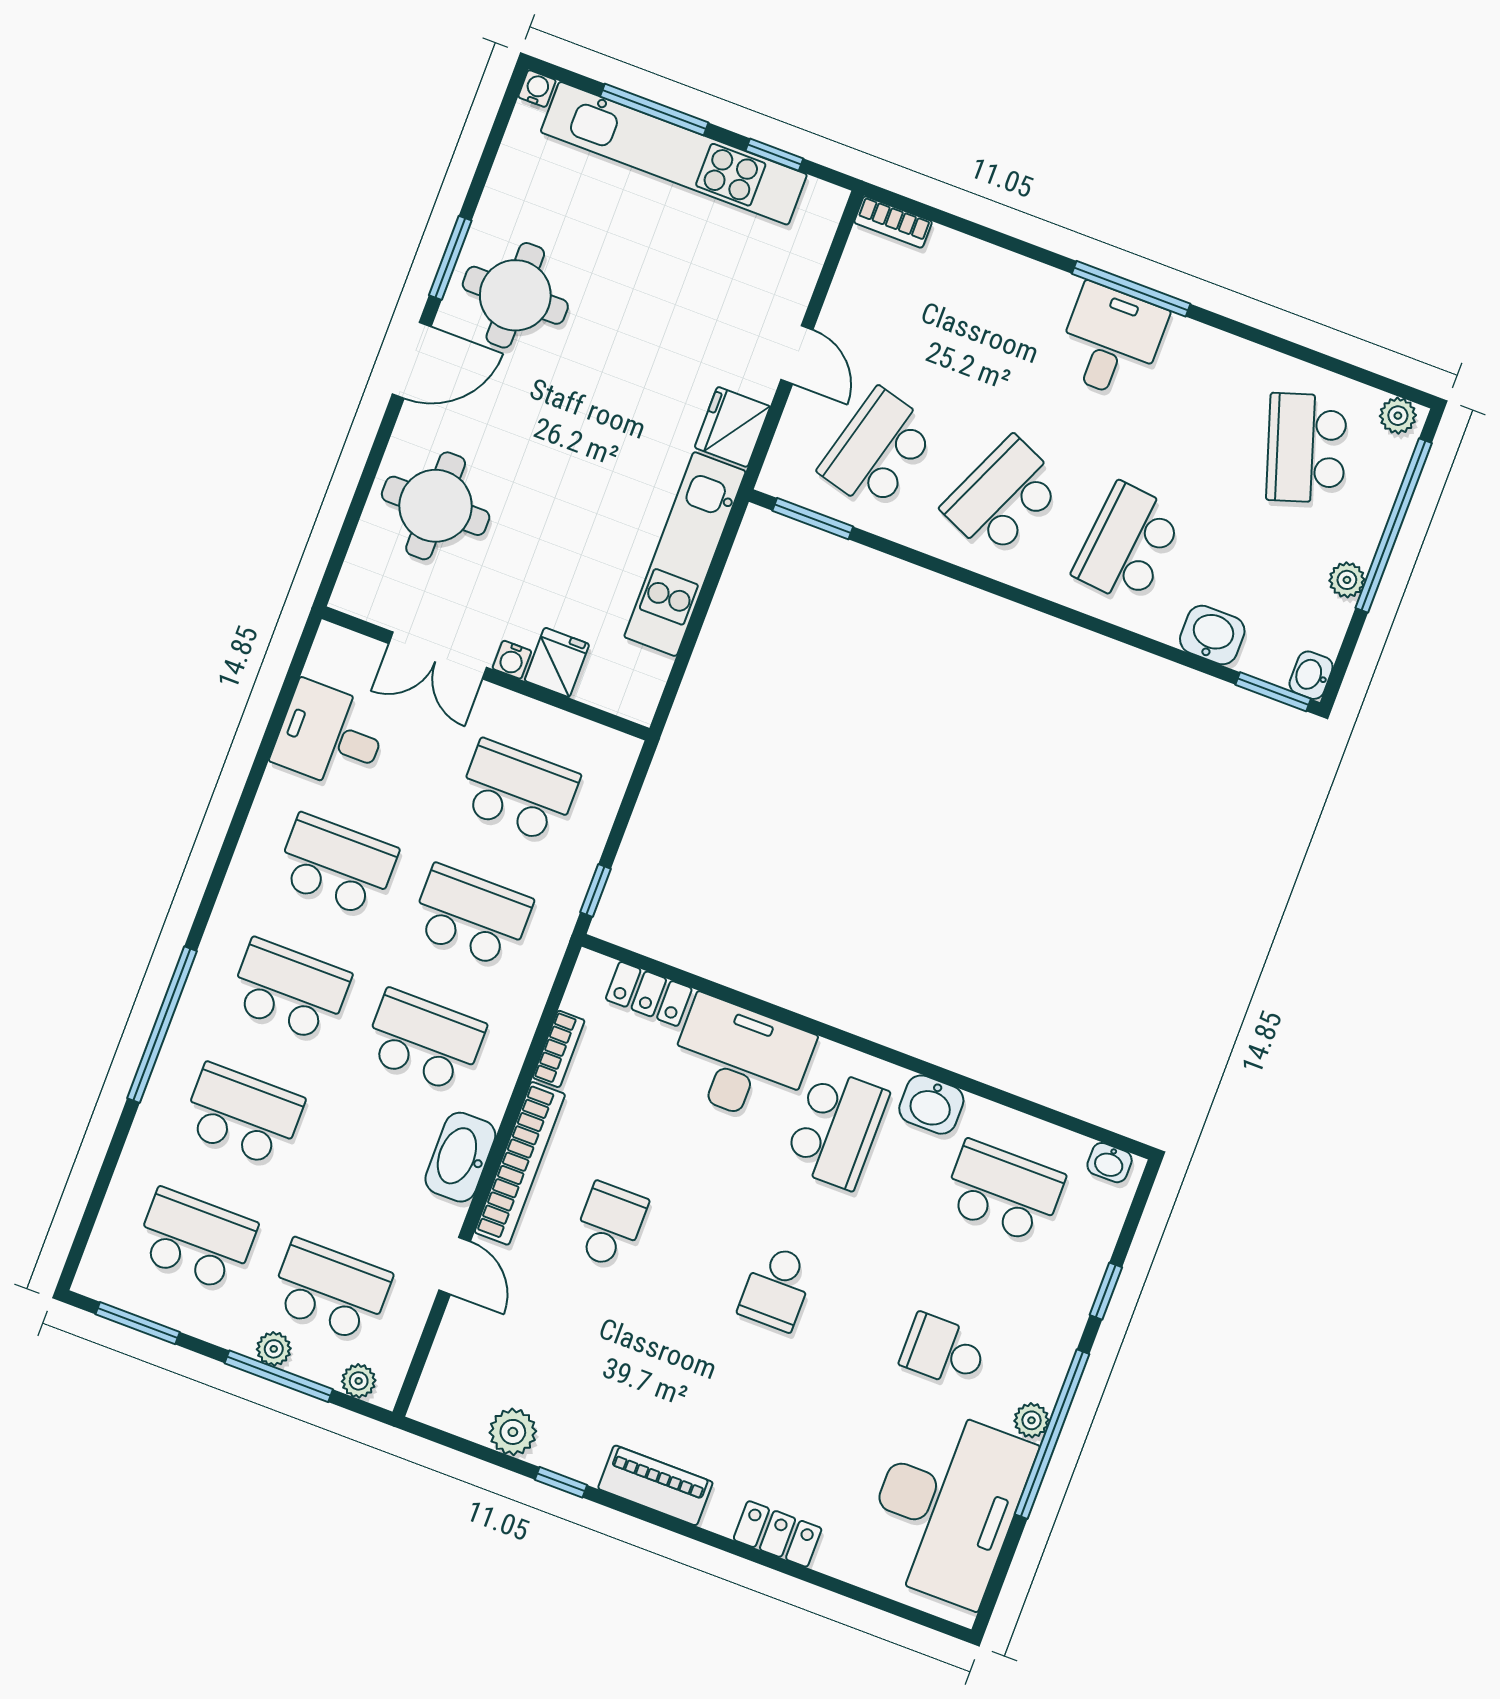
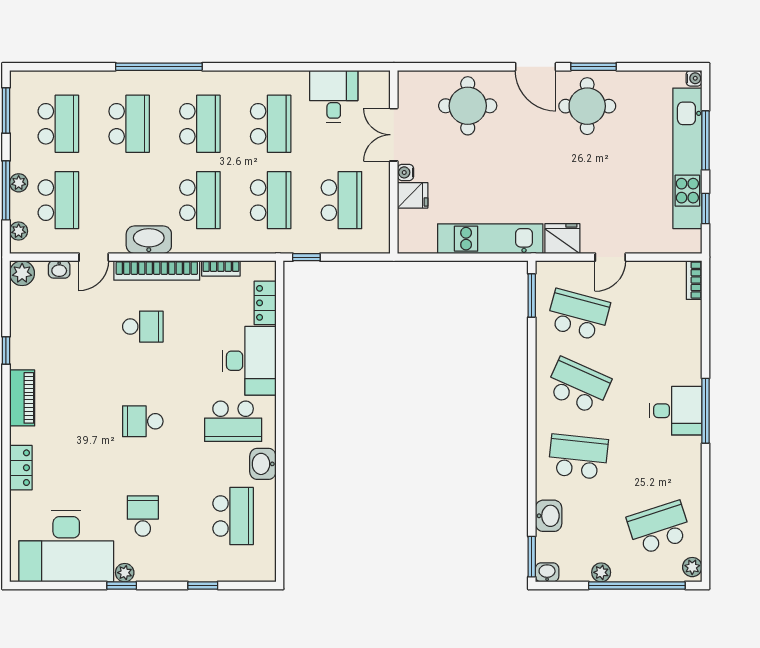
washbasin: (1110, 1163) -> (59, 269), moved, turned -90
plant: (513, 1432) -> (22, 273), moved
window: (1052, 1434) -> (122, 585), width x0.32

